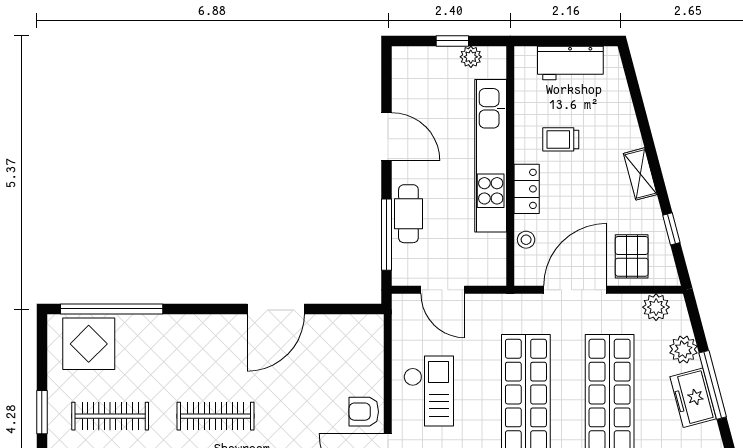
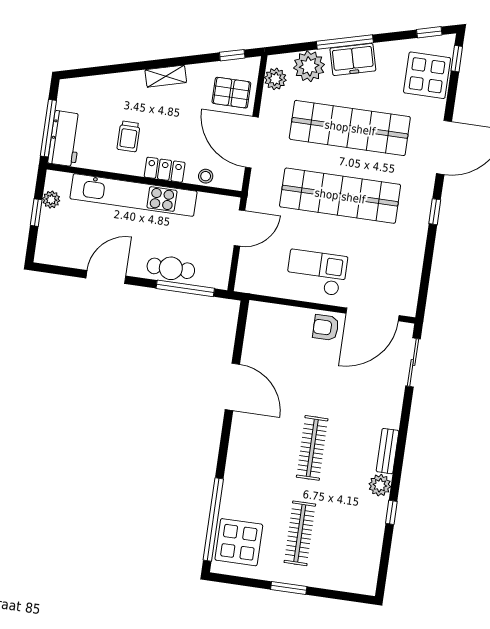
window: (557, 41) -> (48, 128), added
workbench: (570, 63) -> (65, 139), moved
window: (671, 229) -> (232, 55), moved
door: (443, 290) -> (239, 228), moved
plant: (683, 349) -> (309, 66), width x1.36, depth x1.36
armchair: (364, 412) -> (326, 328), turned 90

